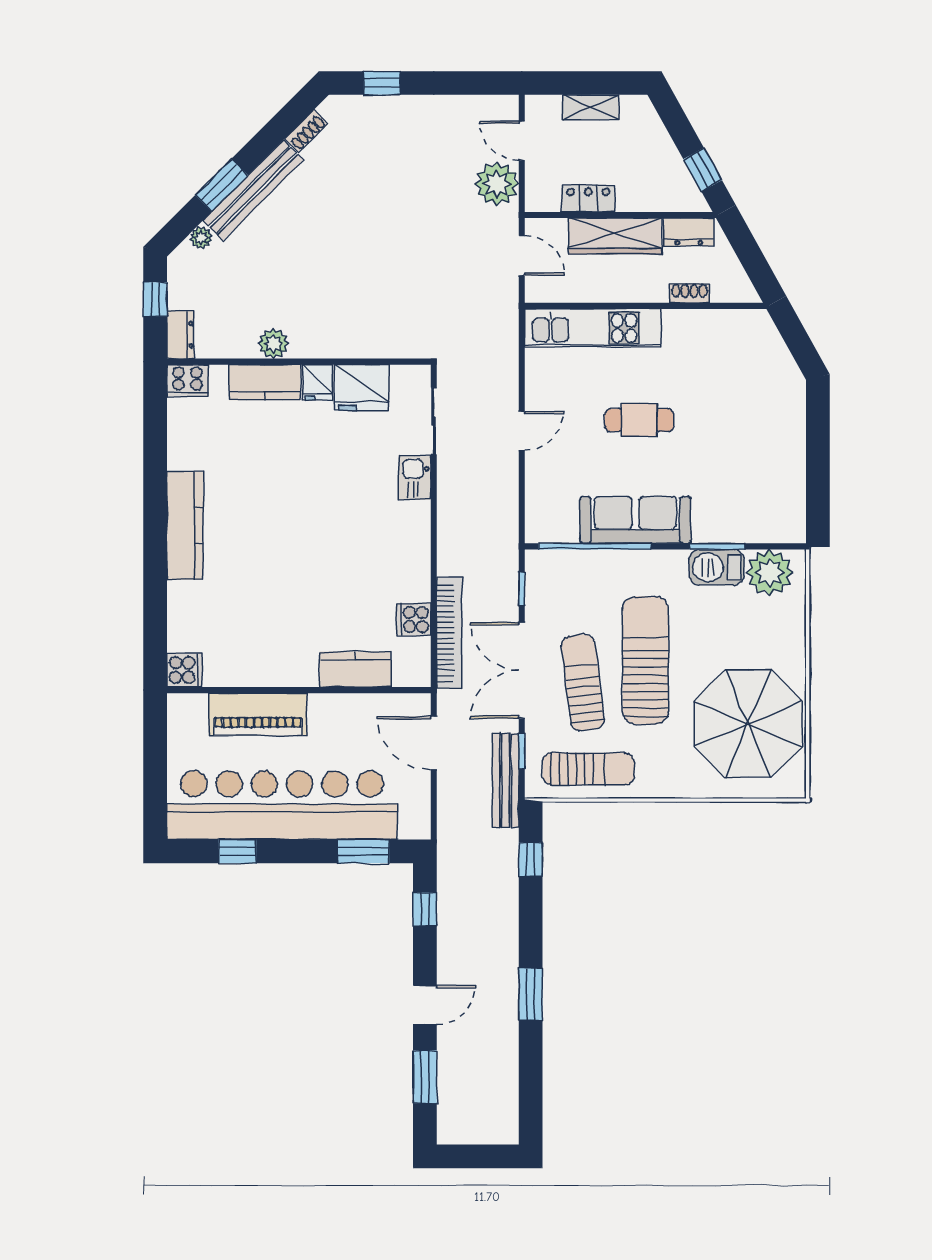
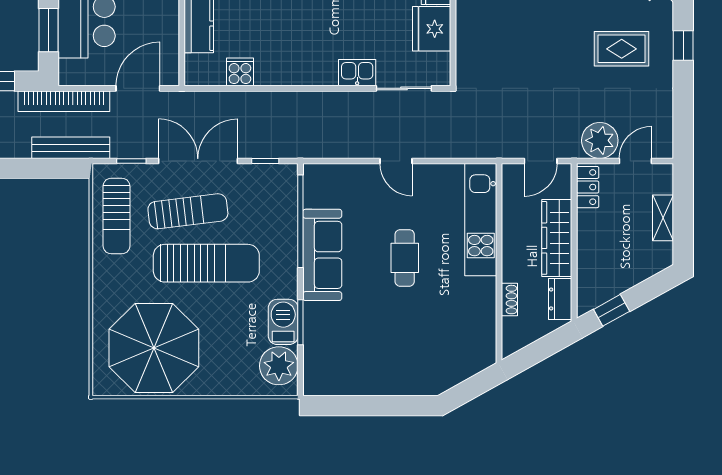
rug: (386, 157) -> (622, 49), added
locker: (588, 199) -> (588, 187), moved
bookcase: (449, 633) -> (64, 101), moved
bench: (506, 781) -> (71, 148), moved
window: (531, 859) -> (42, 168), removed

